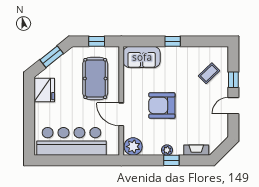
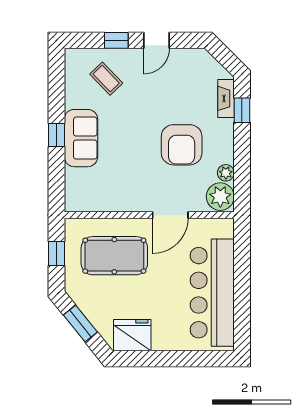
sofa: (142, 57) -> (81, 138), moved
armchair: (162, 105) -> (182, 145), moved
door: (233, 106) -> (157, 40), hinge flipped
plant: (167, 150) -> (226, 173), moved
window: (171, 160) -> (242, 110), moved

